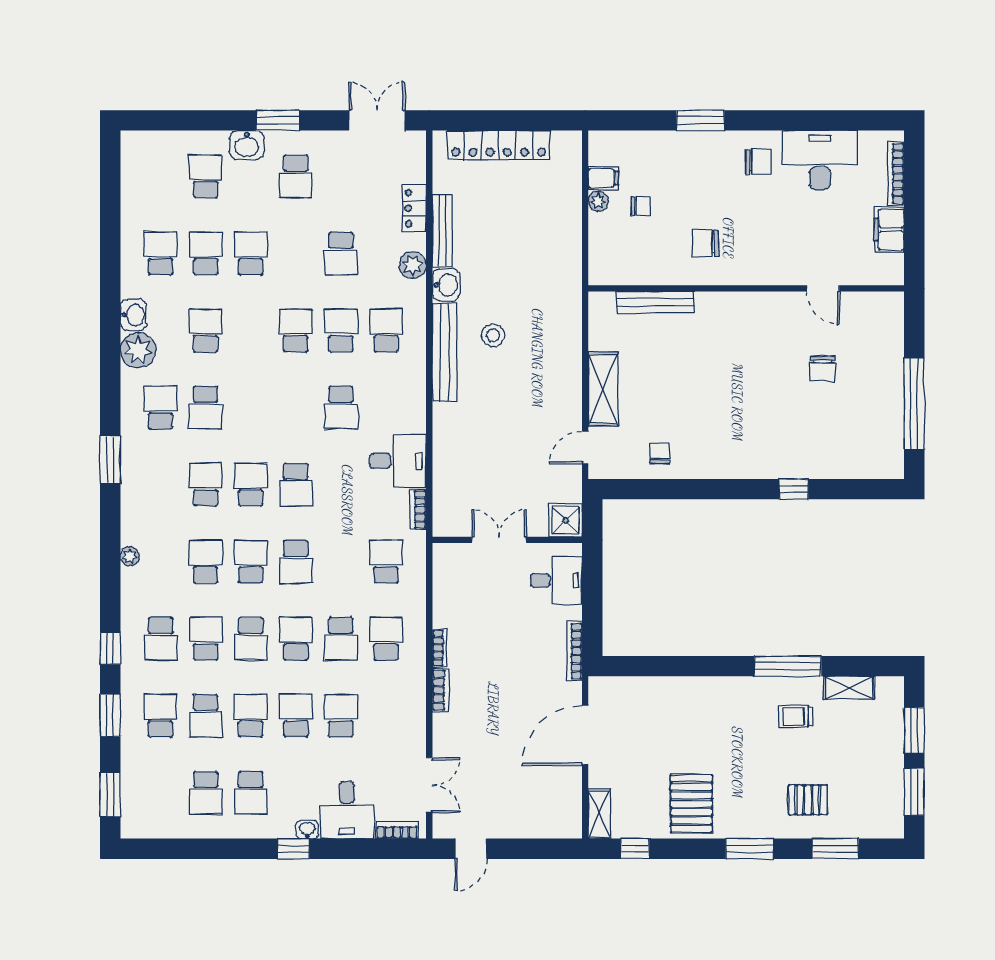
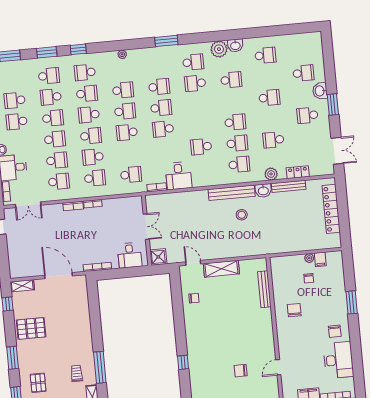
school desk: (206, 253) -> (59, 181), moved

